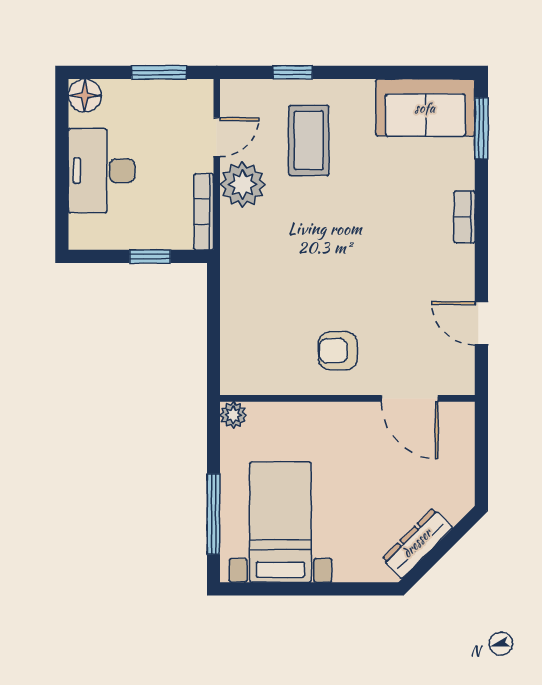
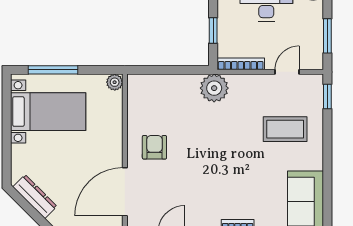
window: (293, 72) -> (327, 97), moved
door: (217, 137) -> (287, 72), swing flipped
plant: (243, 184) -> (214, 88), moved
door: (410, 398) -> (125, 192), width x1.36

